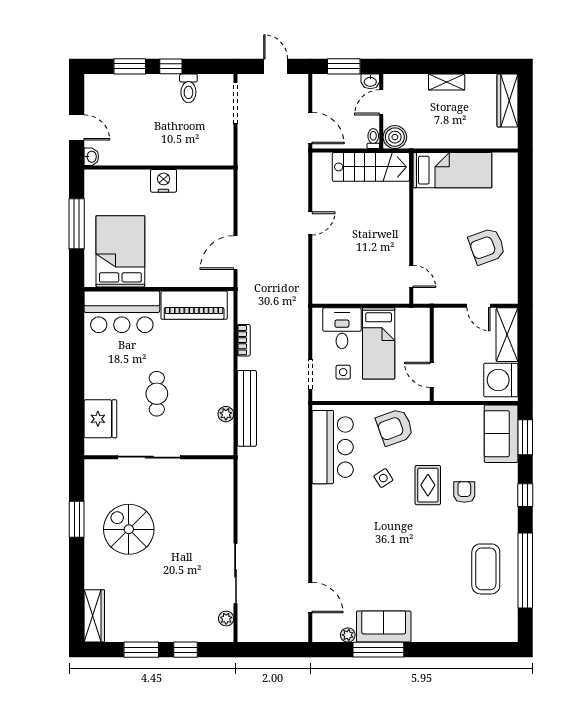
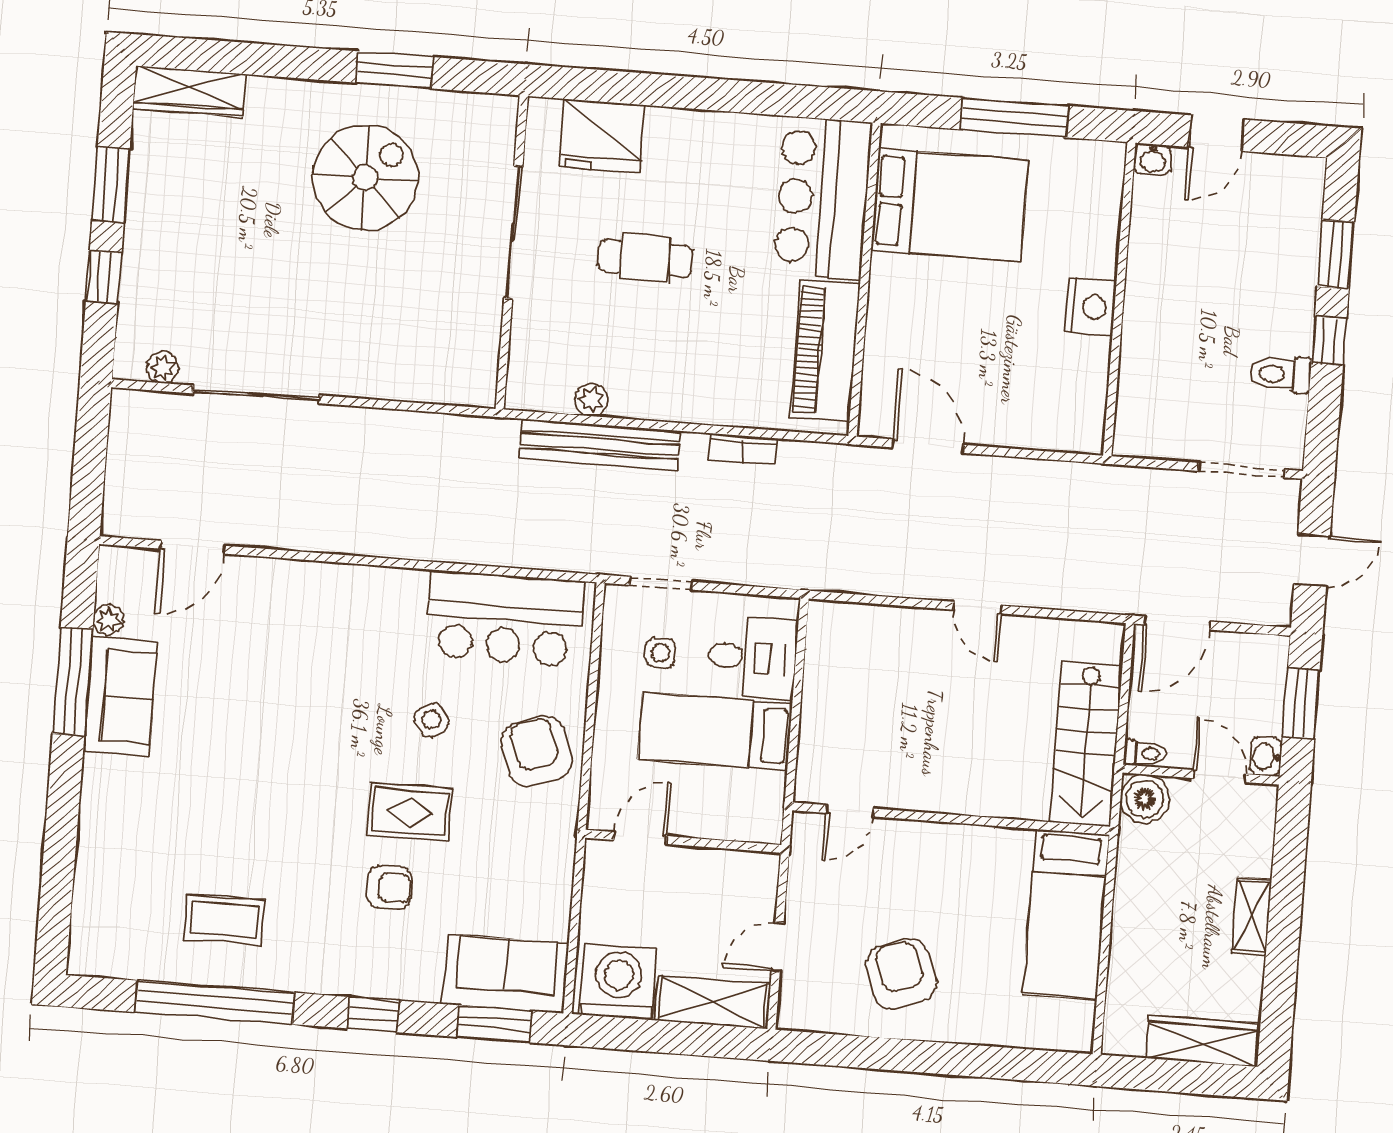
coffee table: (486, 569) -> (225, 920), width x0.73, depth x0.76

